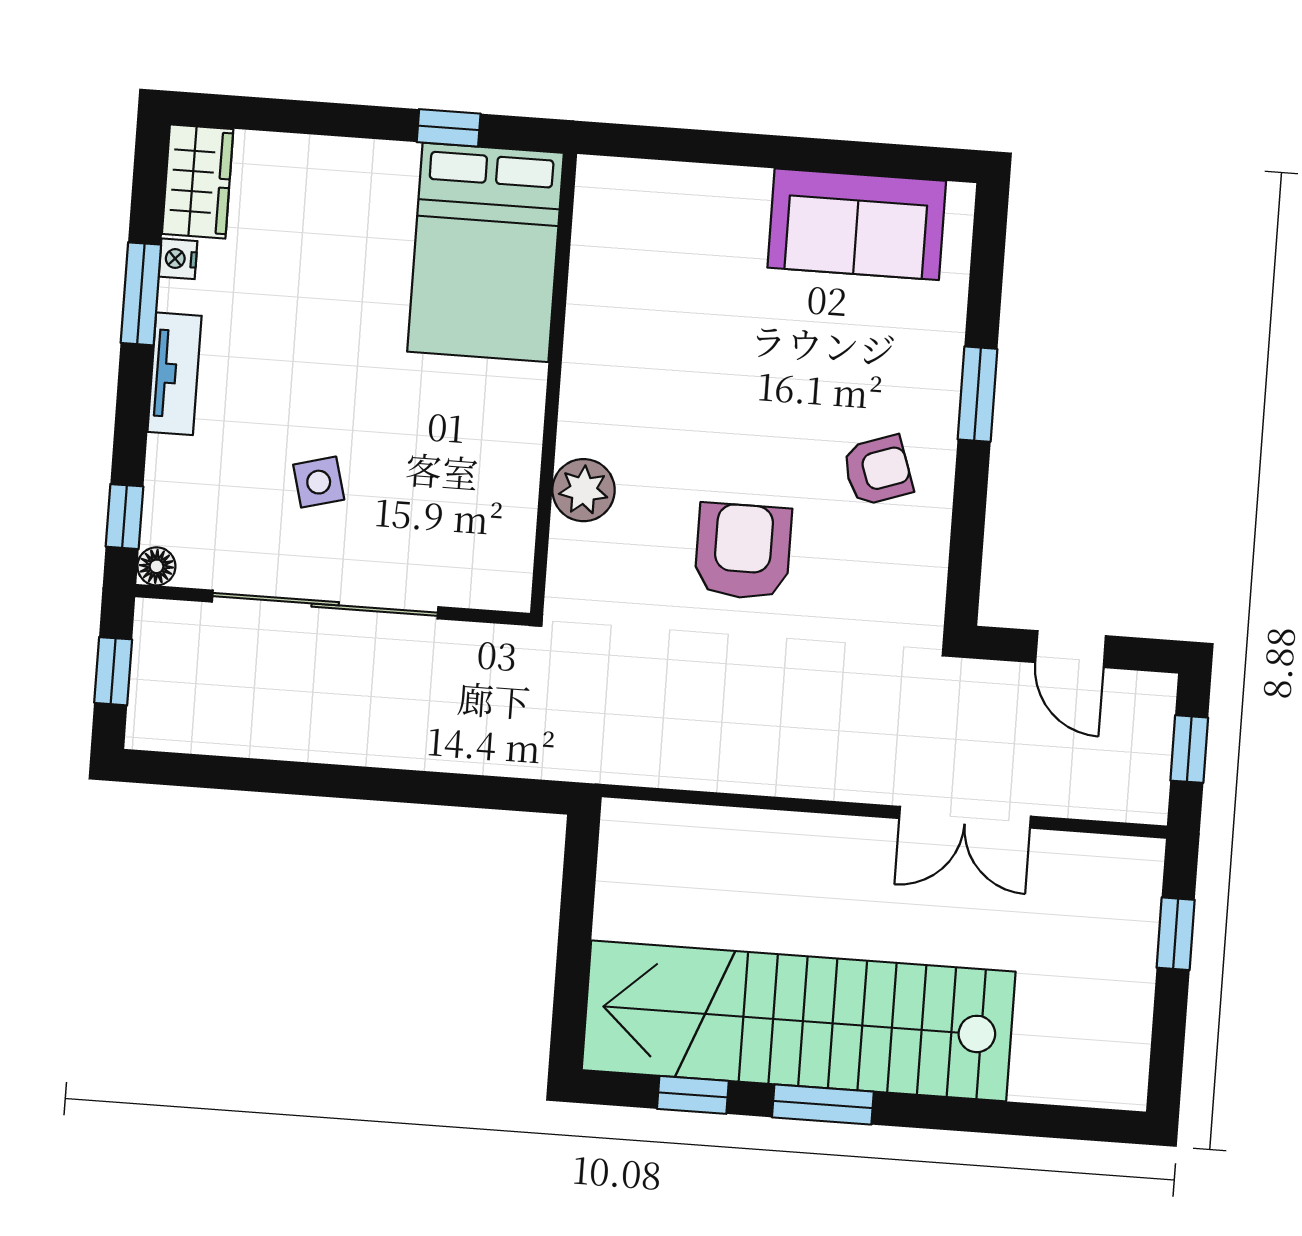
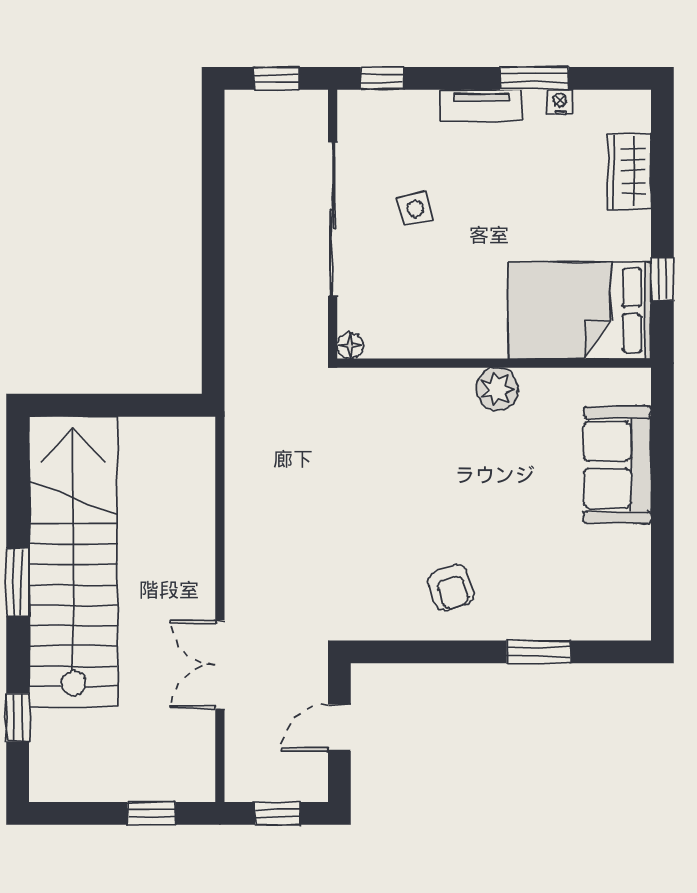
wardrobe: (198, 182) -> (629, 171), moved, turned 90
sofa: (857, 224) -> (617, 465), moved
window: (977, 394) -> (539, 652), moved
plant: (584, 490) -> (497, 389), moved
armchair: (743, 551) -> (389, 500), removed
floor lamp: (156, 566) -> (350, 346), moved
window: (693, 1095) -> (18, 717), moved

